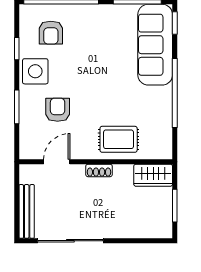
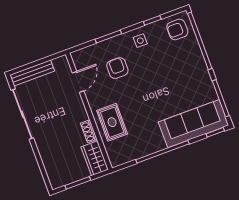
armchair: (51, 33) -> (177, 29), moved
side table: (35, 71) -> (140, 41), width x0.54, depth x0.54
armchair: (58, 110) -> (117, 68), turned -90
door: (57, 162) -> (78, 82), hinge flipped
shoe rack: (99, 170) -> (89, 131), moved

